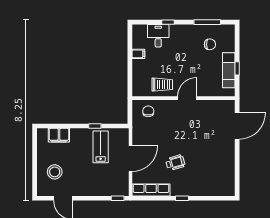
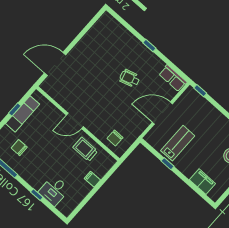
filing cabinet: (138, 54) -> (92, 179), moved
lab bench: (101, 147) -> (178, 143), turned 180
row of seats: (151, 190) -> (173, 78), width x0.68

